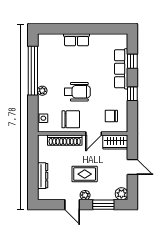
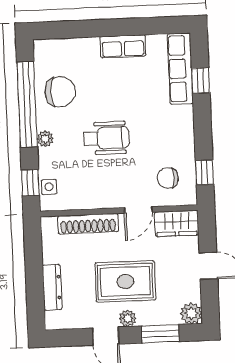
row of seats: (77, 40) -> (123, 46), moved
row of seats: (121, 69) -> (180, 69), moved
window: (132, 94) -> (205, 172), moved
window: (33, 115) -> (30, 183), added
chair: (71, 119) -> (60, 92), moved
rug: (85, 174) -> (125, 282), width x1.36, depth x1.43

